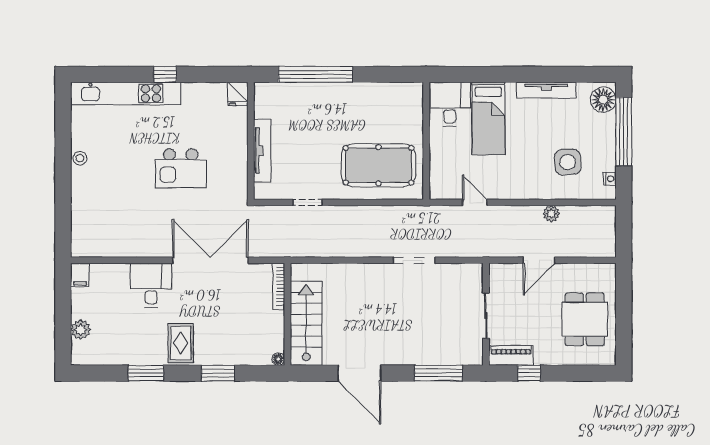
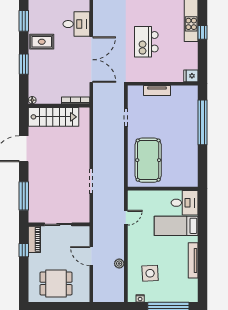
floor lamp: (603, 100) -> (187, 295), removed
tv unit: (262, 151) -> (157, 91), width x0.71

